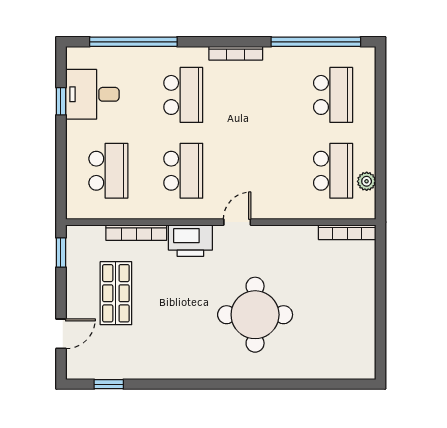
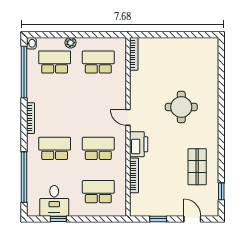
washbasin: (366, 55) -> (31, 43), added
plant: (367, 181) -> (71, 43), moved
window: (61, 253) -> (158, 219), moved
shop shelf: (116, 293) -> (197, 167), moved, turned 90
round table: (255, 315) -> (181, 107), width x0.73, depth x0.73

